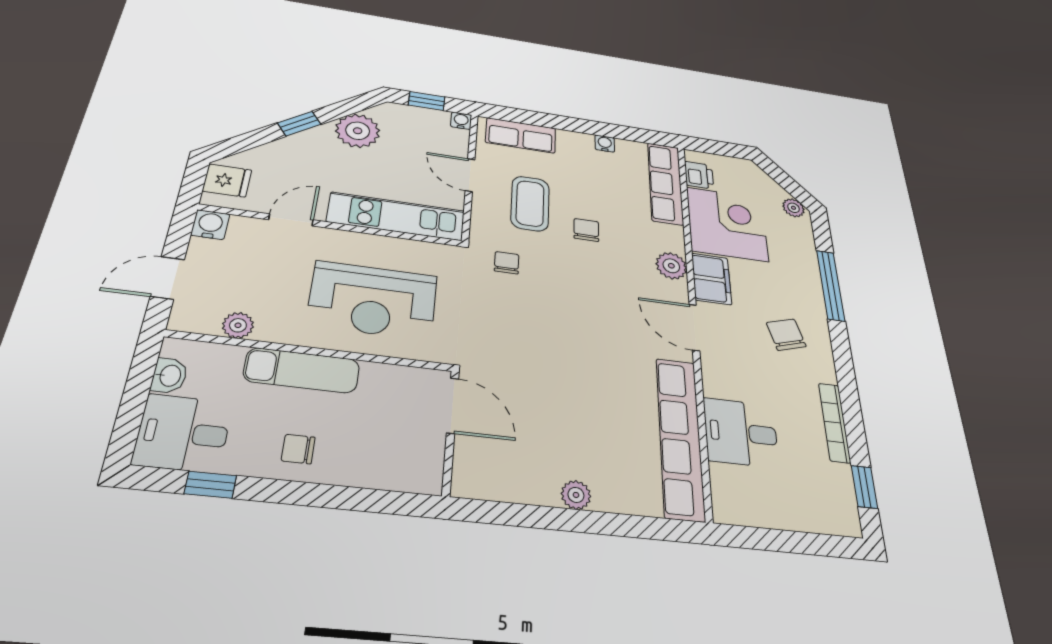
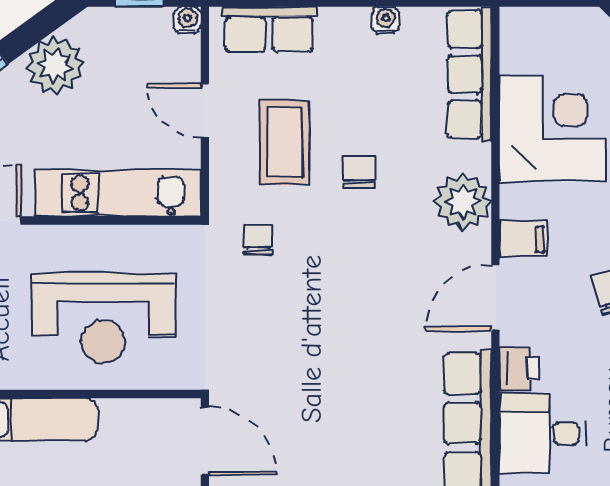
printer: (699, 175) -> (519, 369), moved
plant: (671, 266) -> (463, 202), width x1.36, depth x1.36
filing cabinet: (712, 279) -> (524, 239), width x0.50
door: (694, 327) -> (495, 298), hinge flipped

